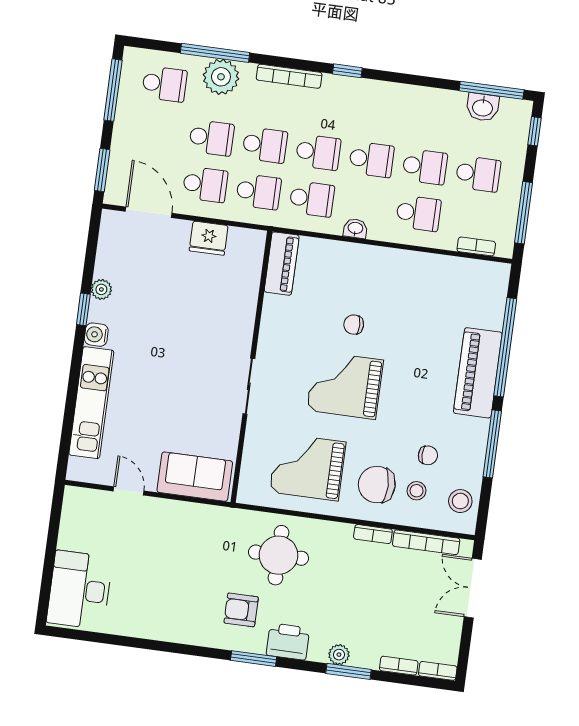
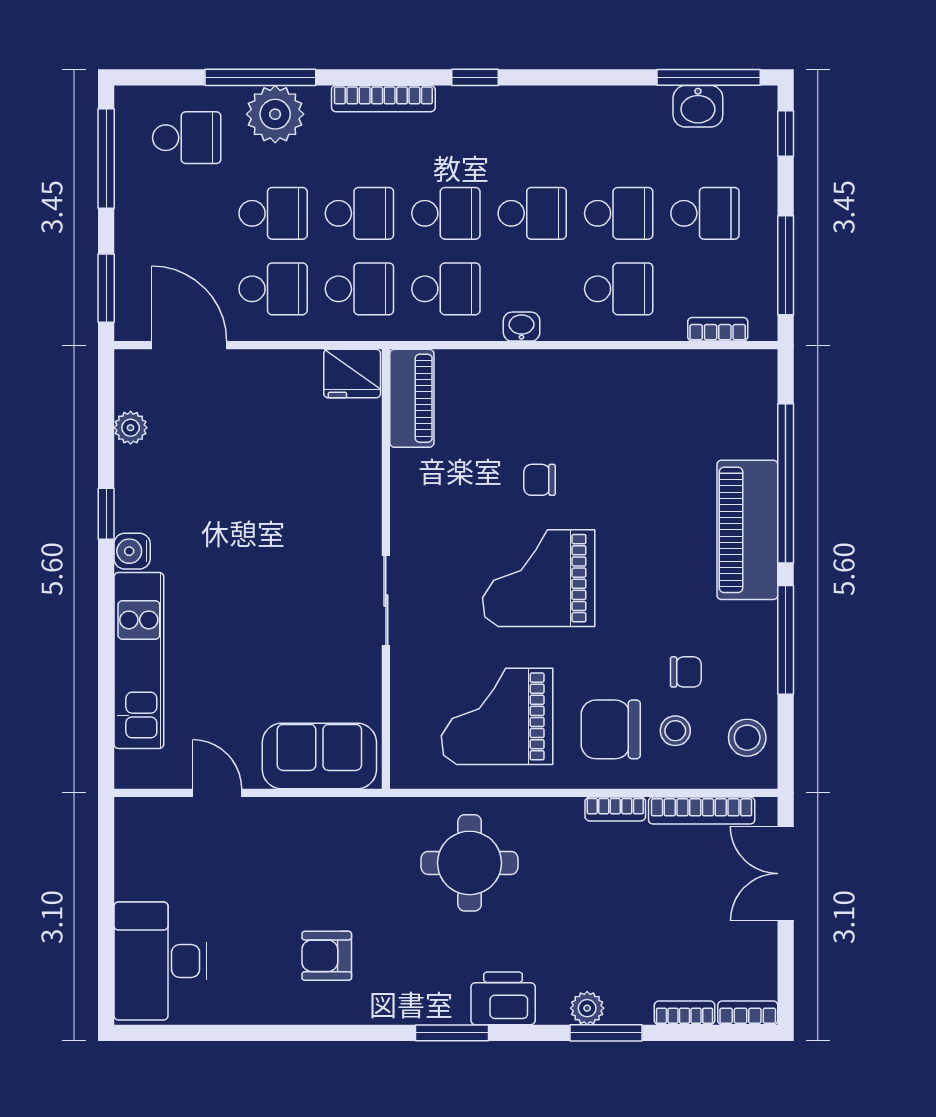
fridge: (209, 238) -> (352, 374), moved
plant: (101, 289) -> (131, 428), moved
armchair: (241, 610) -> (327, 956), moved

